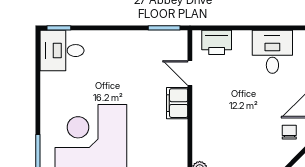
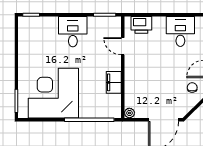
desk: (62, 51) -> (73, 32), moved, turned 90
filing cabinet: (177, 103) -> (114, 82), moved

